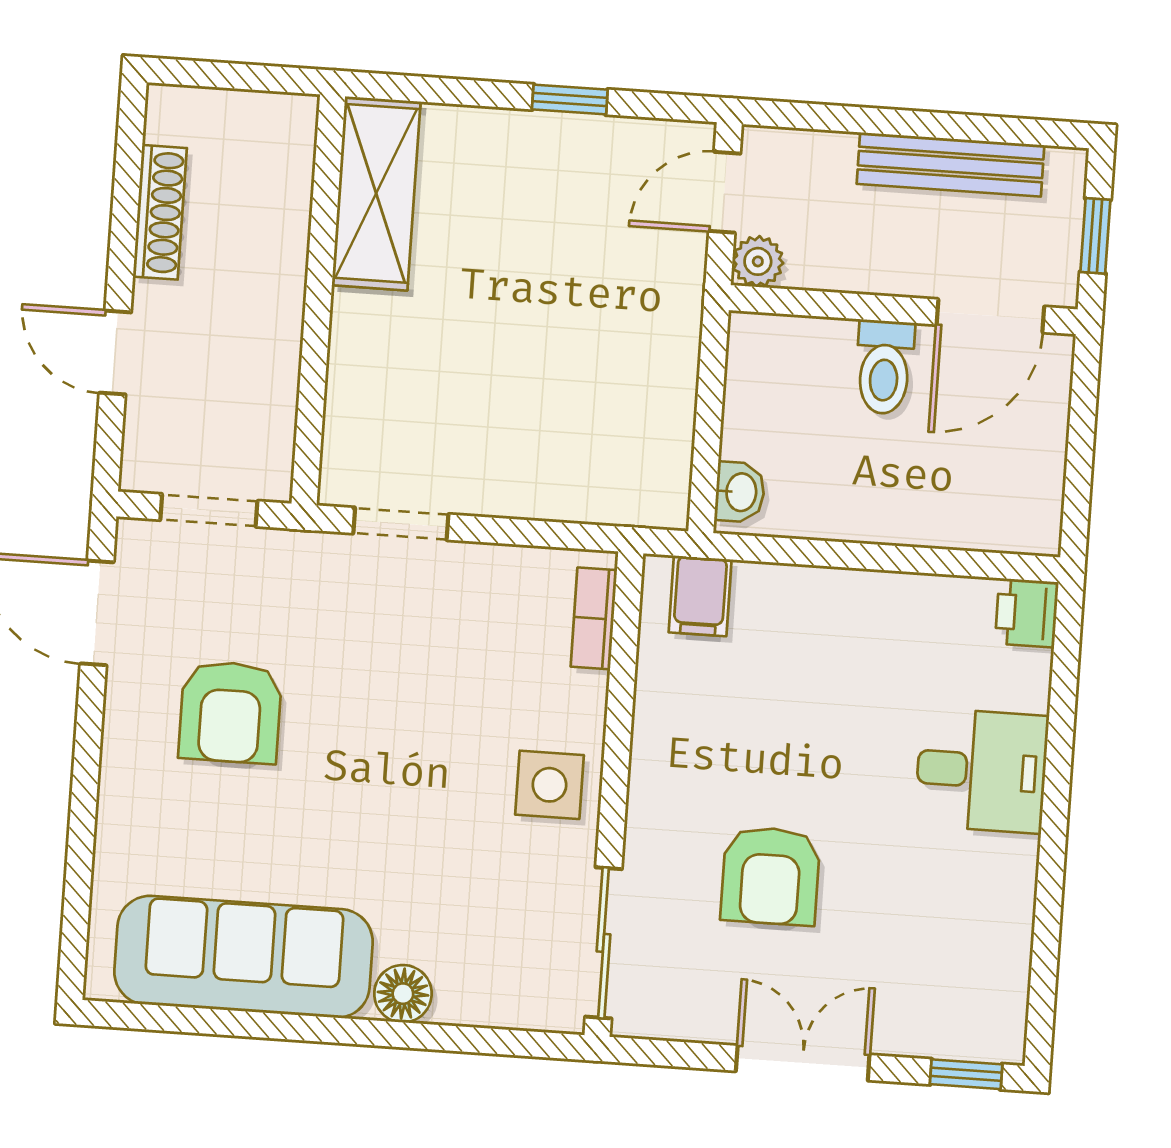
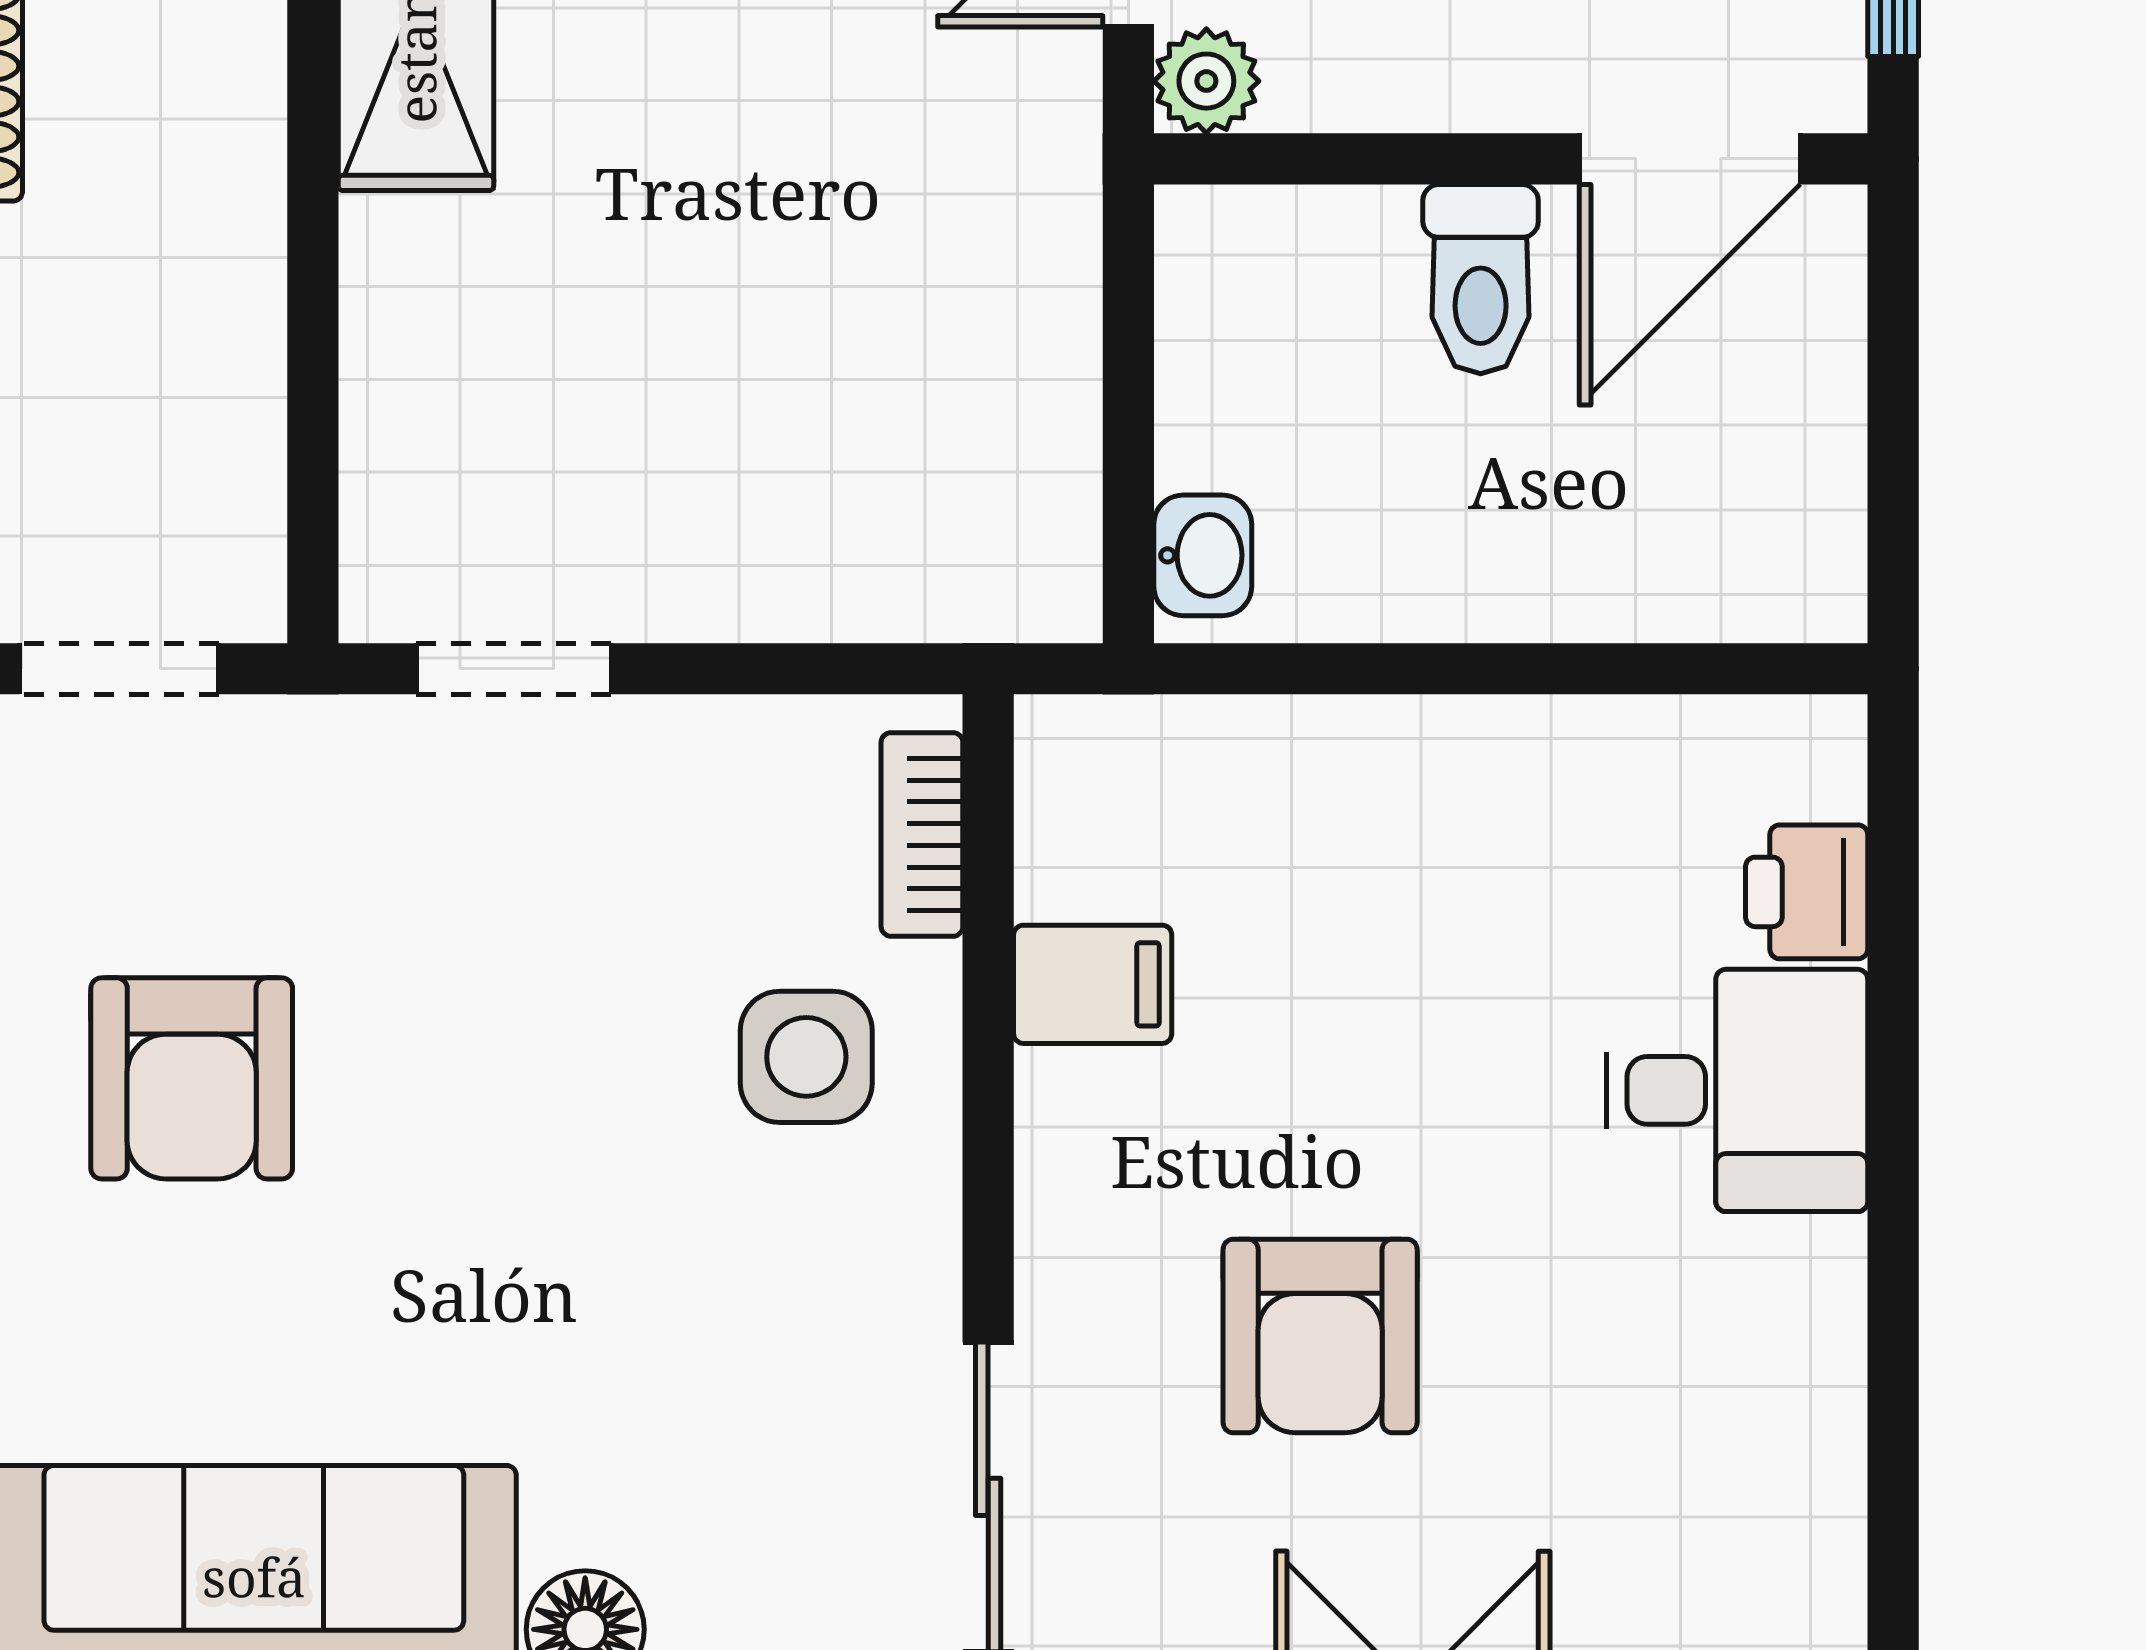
filing cabinet: (700, 596) -> (1093, 984), moved, turned -90
printer: (1027, 613) -> (1807, 892), moved
side table: (549, 785) -> (806, 1057), moved

